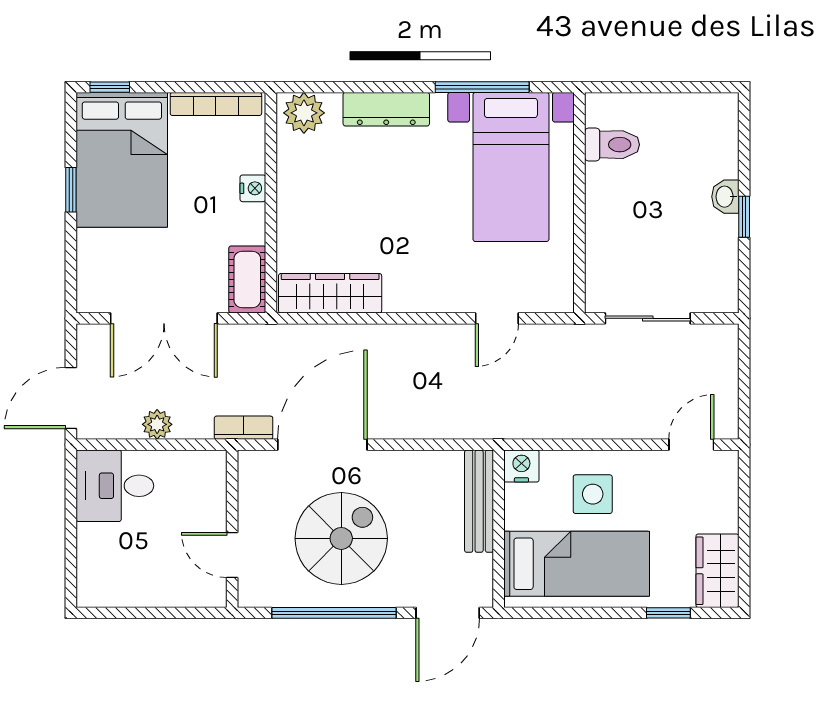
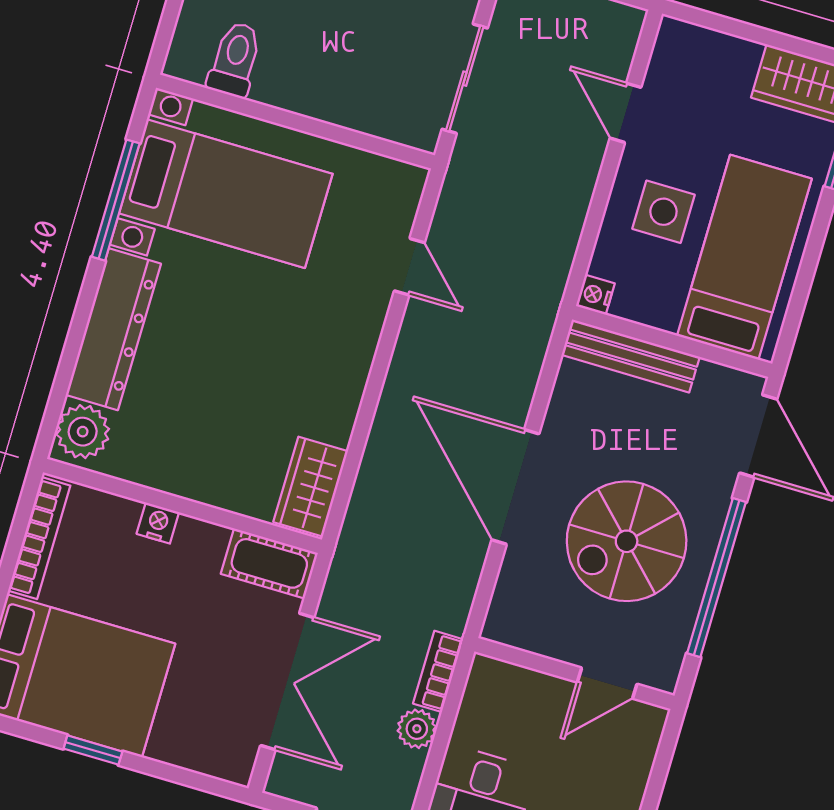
dresser: (386, 109) -> (113, 329), width x1.37, depth x1.24
wardrobe: (330, 293) -> (311, 487), width x0.67
bookcase: (244, 428) -> (438, 671), moved
door: (322, 445) -> (515, 487), moved
door: (691, 445) -> (626, 113), moved
nightstand: (521, 466) -> (595, 295), width x0.72, depth x0.74
spiral stairs: (341, 538) -> (627, 541), turned -90

